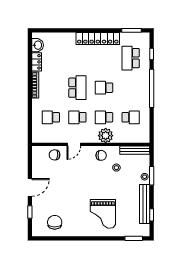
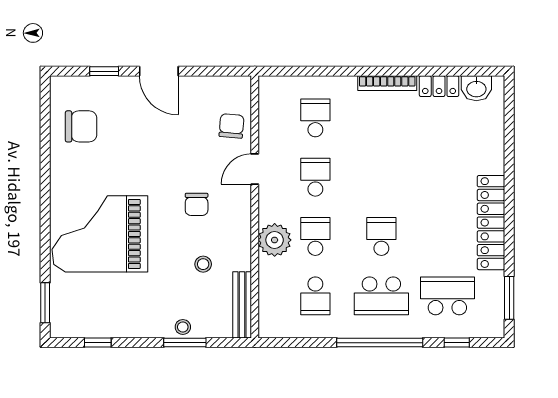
school desk: (77, 88) -> (381, 296), moved
door: (74, 144) -> (255, 169), hinge flipped
chair: (101, 155) -> (197, 204), moved
bench: (145, 204) -> (122, 327), removed
grand piano: (103, 214) -> (100, 234), width x1.37, depth x1.48

